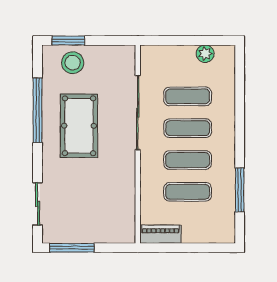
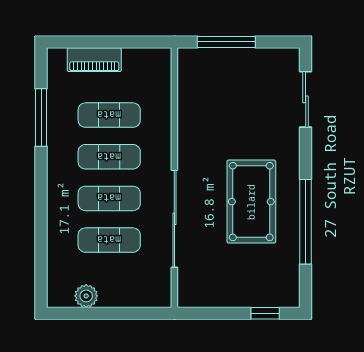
window: (68, 40) -> (265, 313), width x0.67
stool: (73, 63) -> (260, 284), removed
piano: (160, 234) -> (94, 60), moved
window: (72, 248) -> (226, 42), moved

